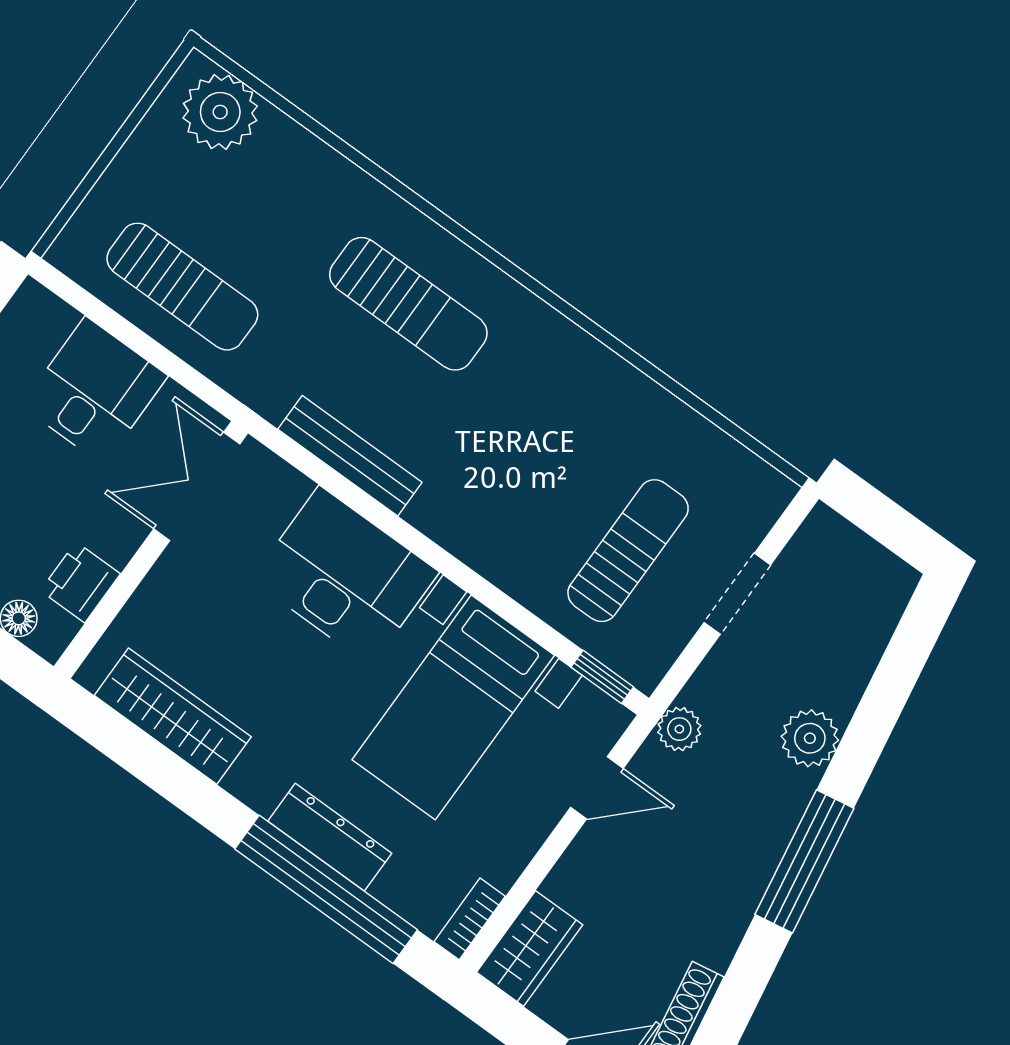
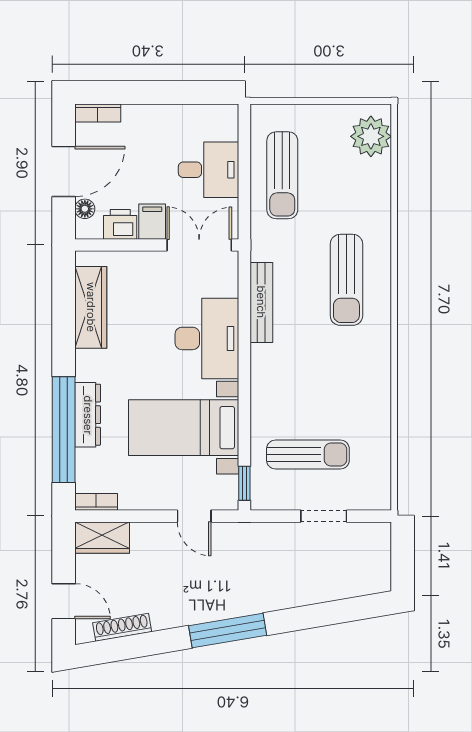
filing cabinet: (111, 532) -> (152, 222), added
plant: (679, 729) -> (246, 534), removed
plant: (810, 738) -> (283, 594), removed

